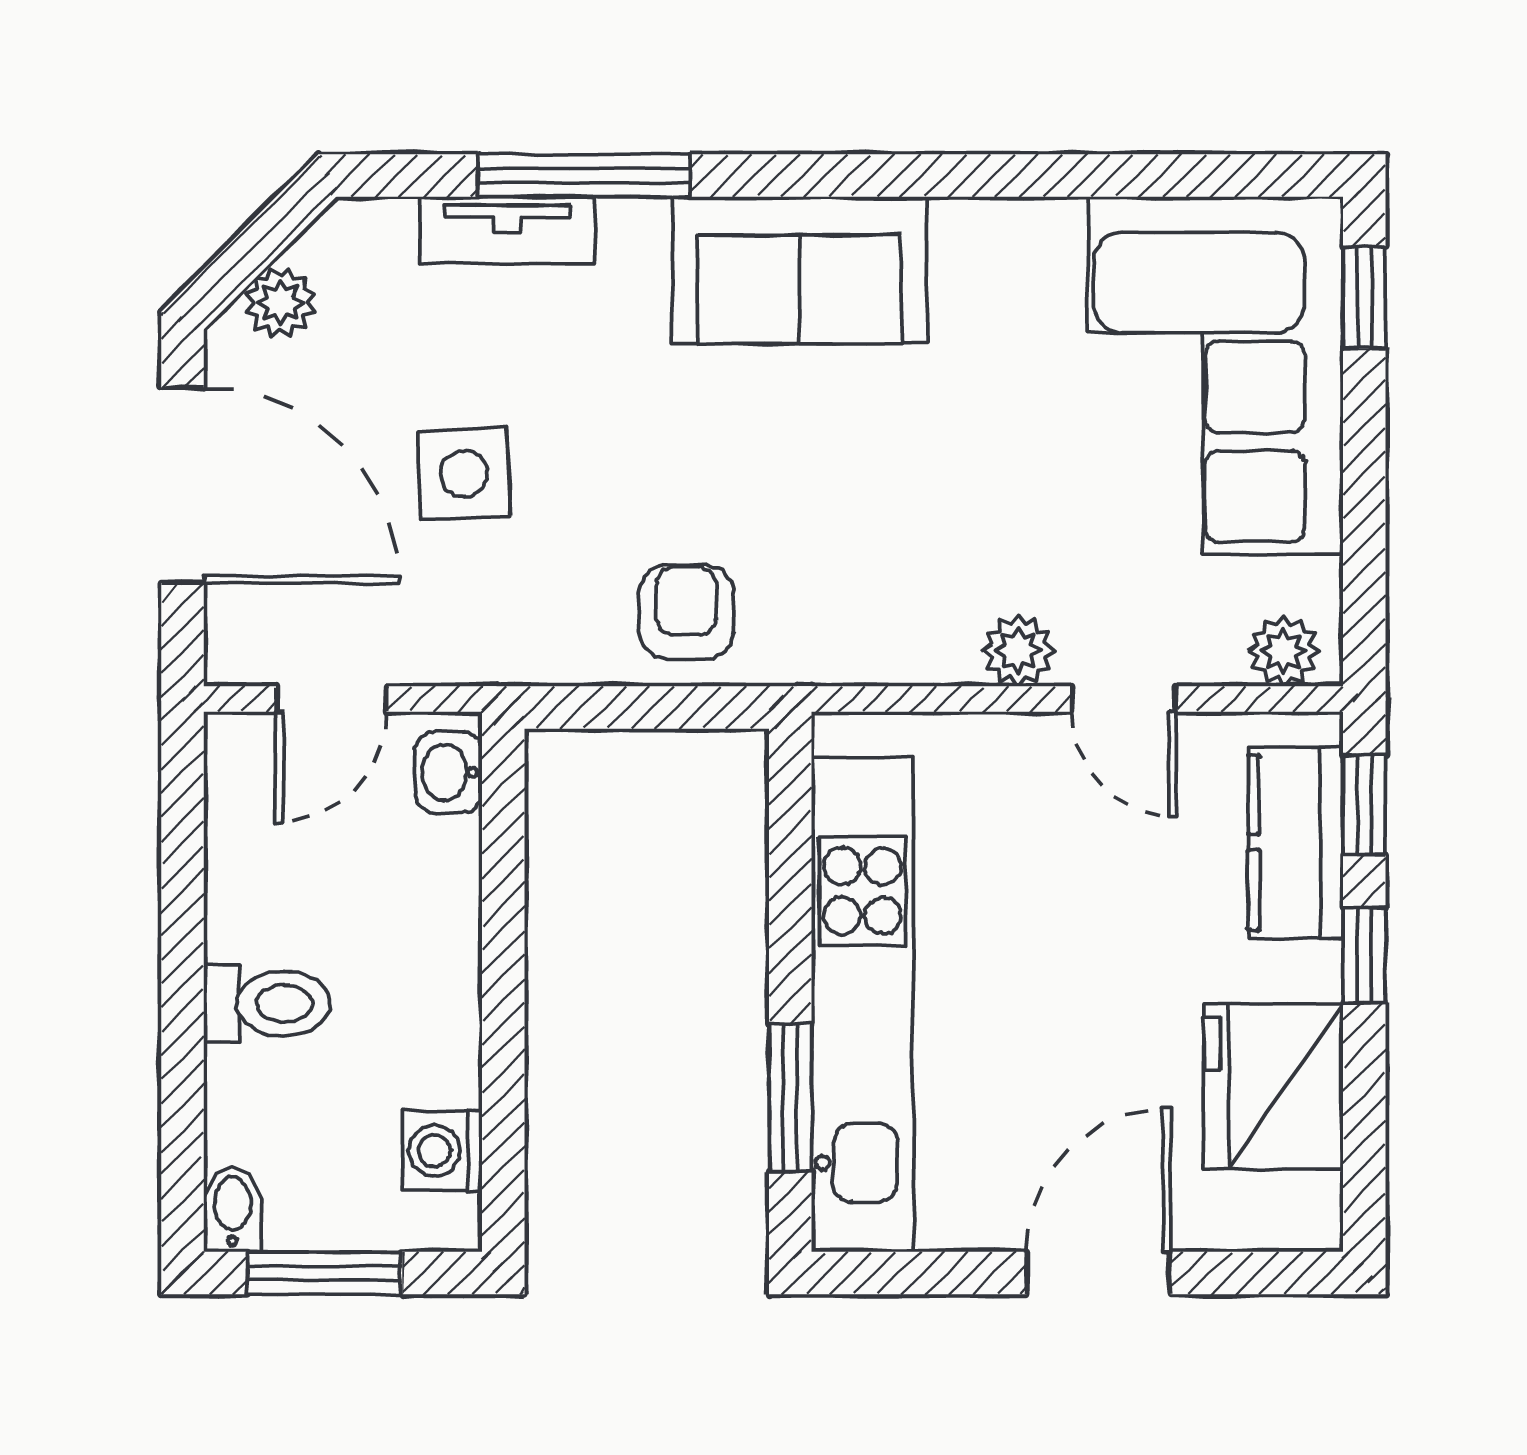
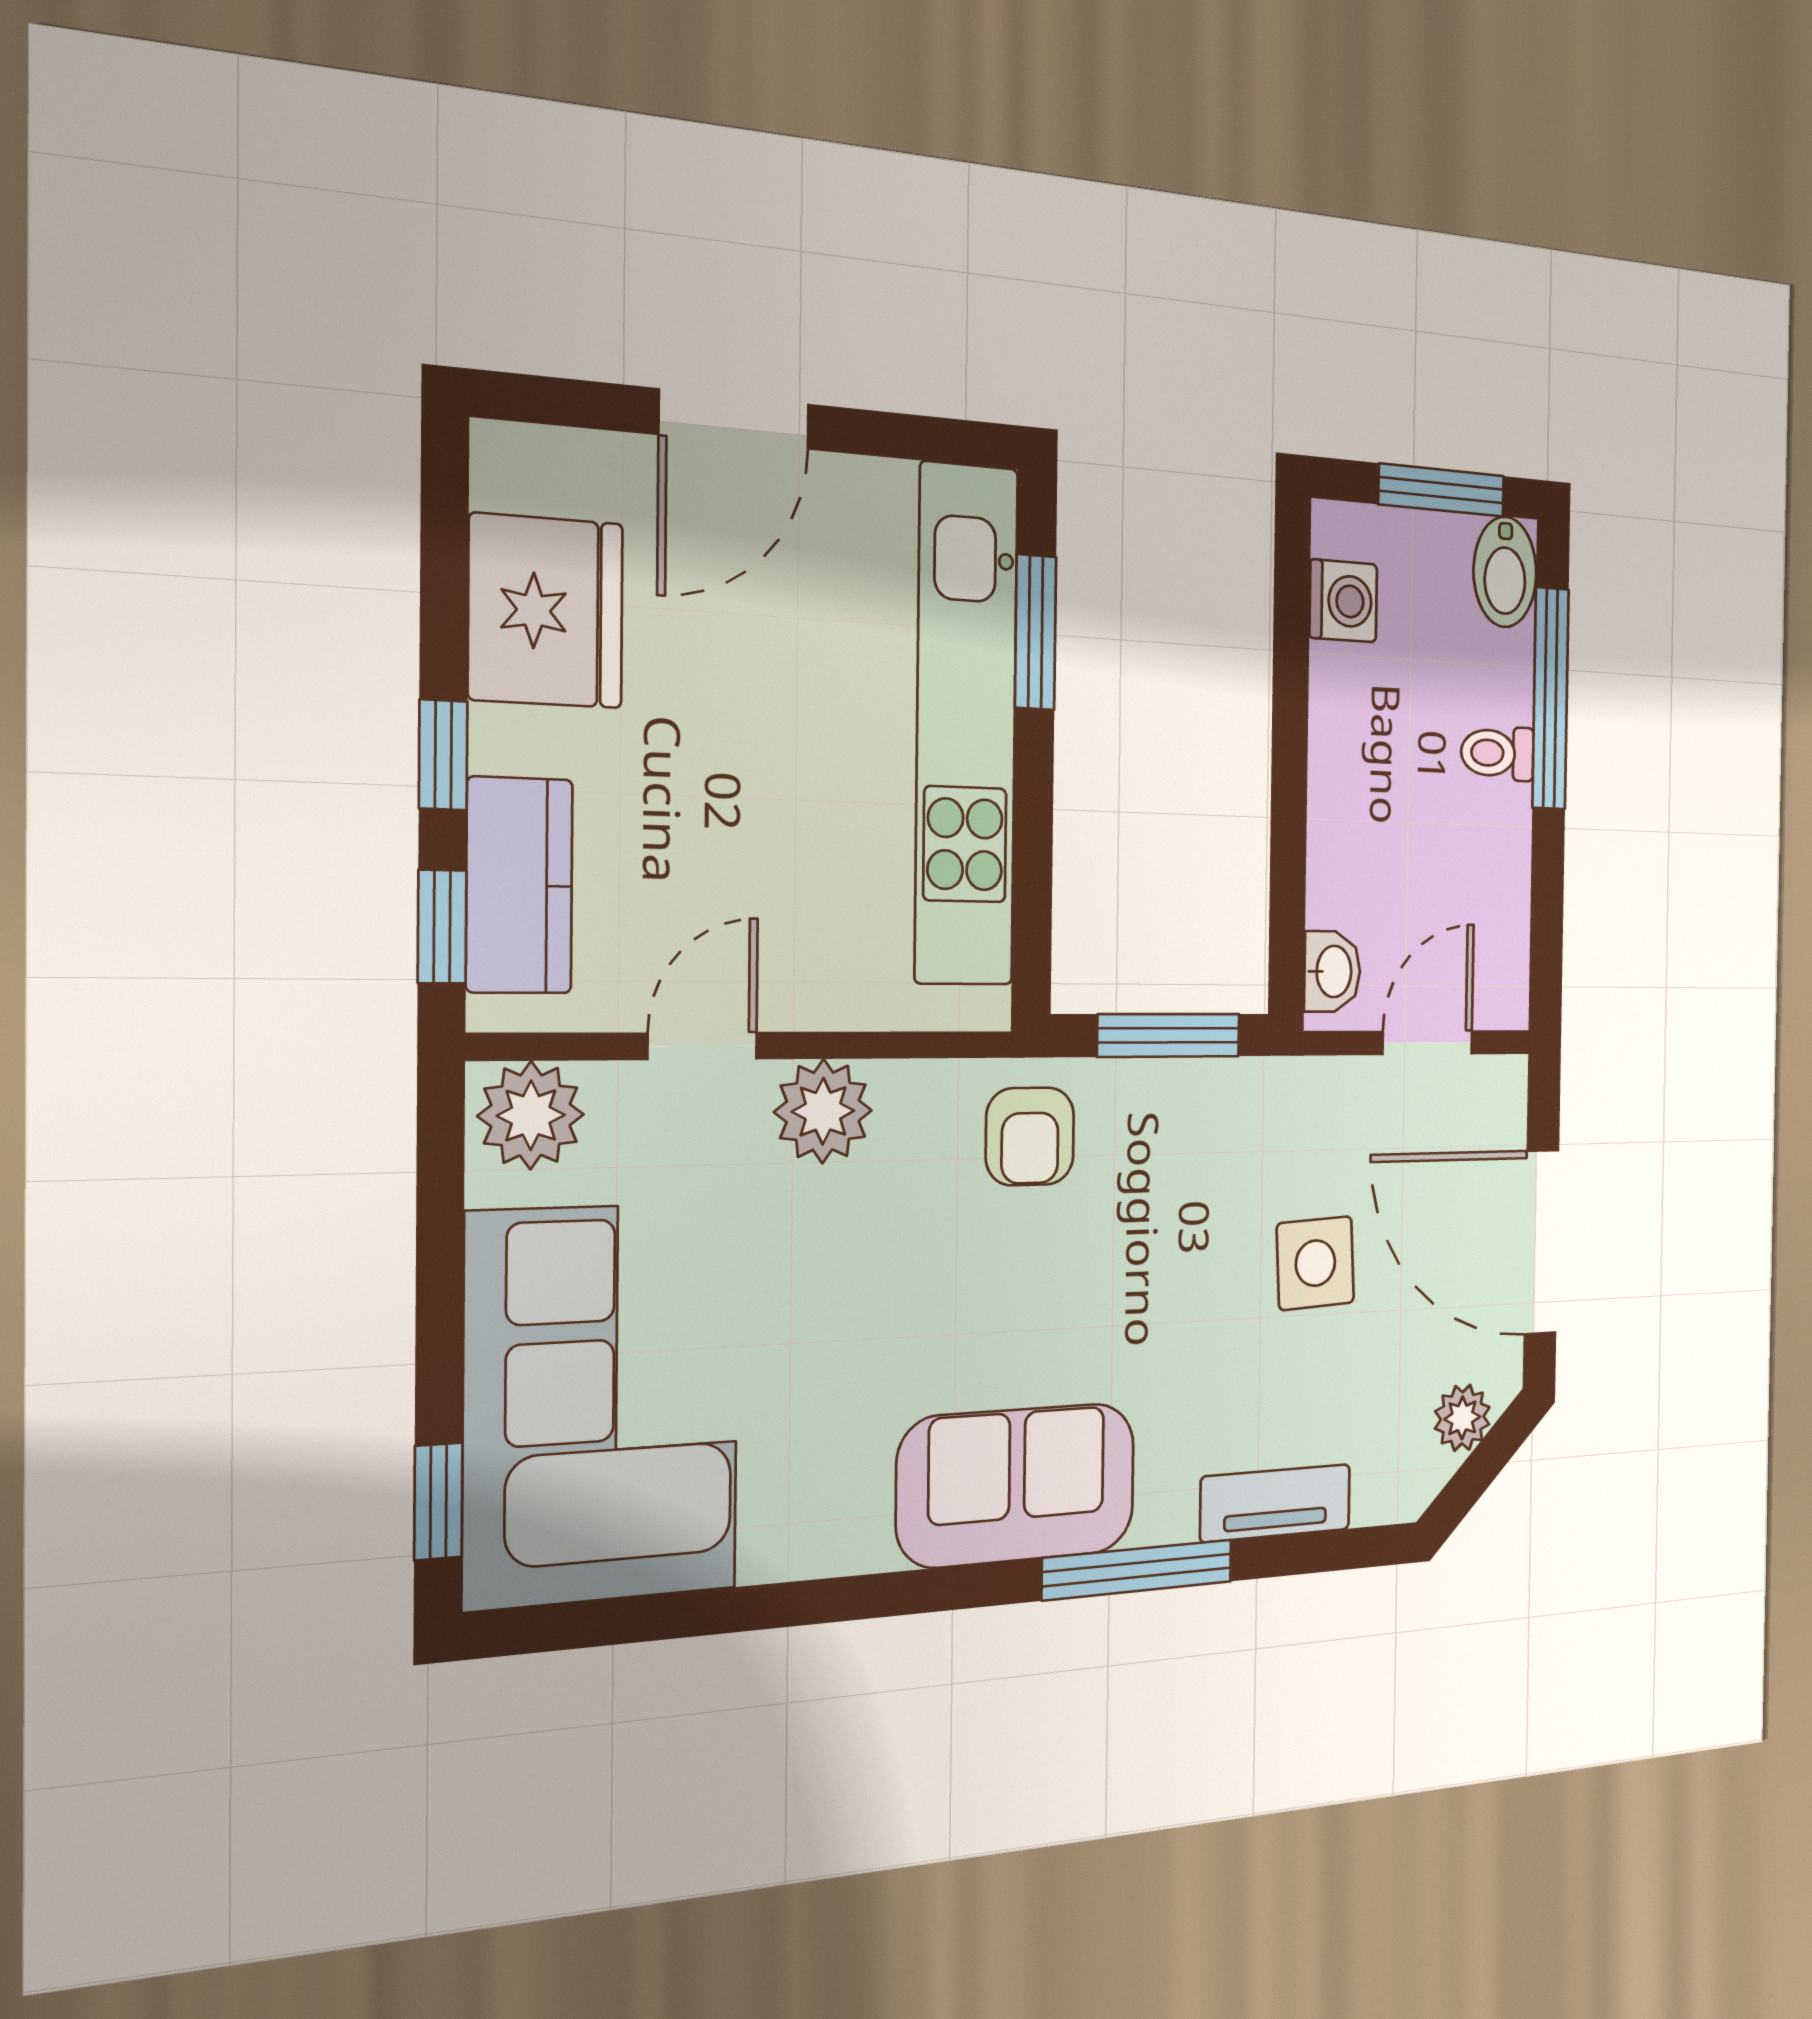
window: (584, 176) -> (1138, 1570), moved
armchair: (686, 612) -> (1030, 1136), moved
plant: (1018, 651) -> (823, 1111), width x1.38, depth x1.38
plant: (1284, 651) -> (531, 1115), width x1.38, depth x1.38
door: (1124, 699) -> (702, 1046), hinge flipped
window: (638, 707) -> (1169, 1035), added
toilet: (267, 1004) -> (1497, 753), width x0.73, depth x0.72
window: (182, 1064) -> (1550, 698), added
bidet: (232, 1210) -> (1505, 572), width x1.38, depth x1.36

